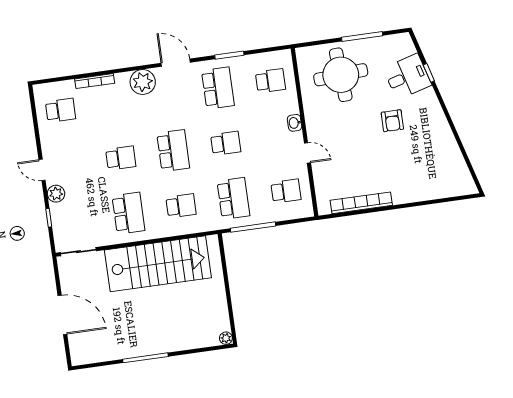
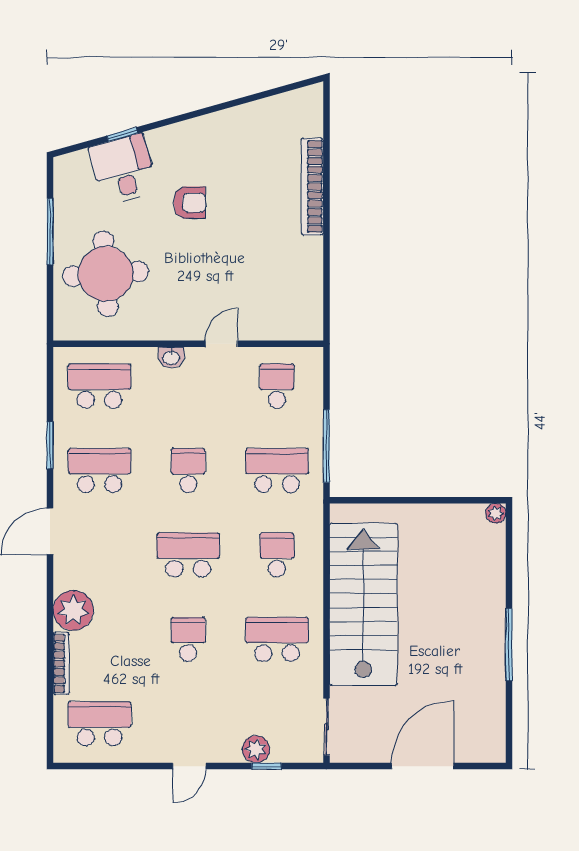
school desk: (270, 81) -> (99, 386), width x1.85
plant: (143, 82) -> (73, 610), moved
school desk: (60, 110) -> (99, 724), width x1.85
plant: (56, 194) -> (256, 749), moved
bookcase: (361, 203) -> (312, 187), moved

